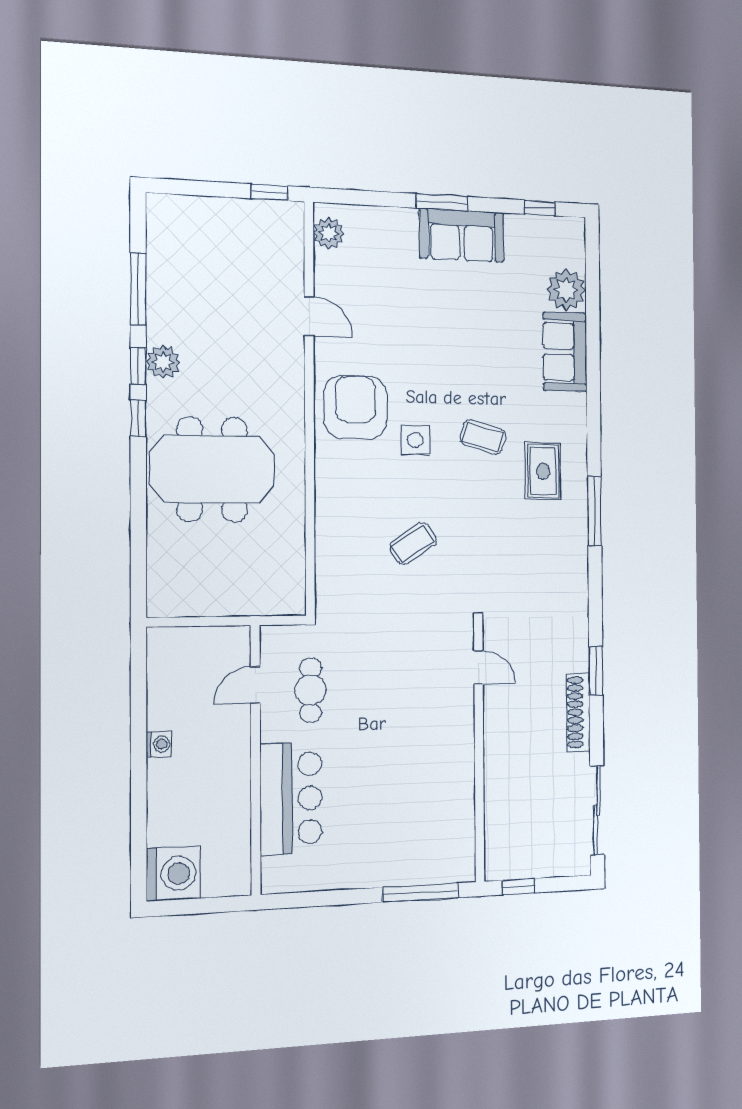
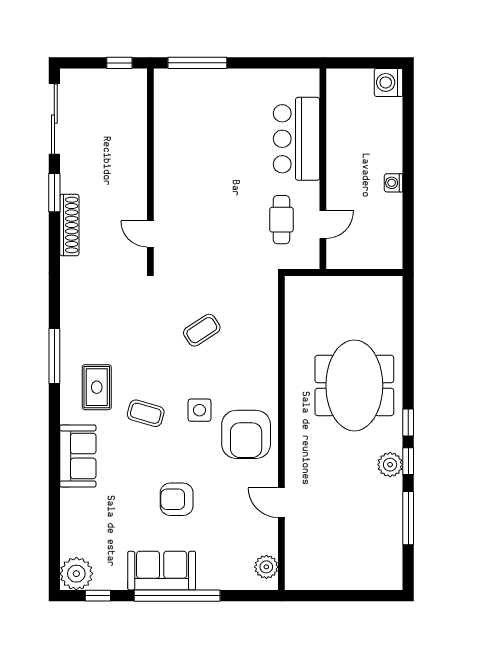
window: (270, 192) -> (311, 596), removed
window: (442, 202) -> (177, 596), width x2.11
plant: (566, 290) -> (76, 574), moved
armchair: (444, 326) -> (177, 499), added
sofa: (565, 352) -> (78, 456), moved
meeting table: (212, 469) -> (354, 385), turned 90
window: (596, 671) -> (54, 193), moved
shoe rack: (578, 712) -> (69, 225), moved
washing machine: (173, 874) -> (388, 82), width x0.73, depth x0.73

